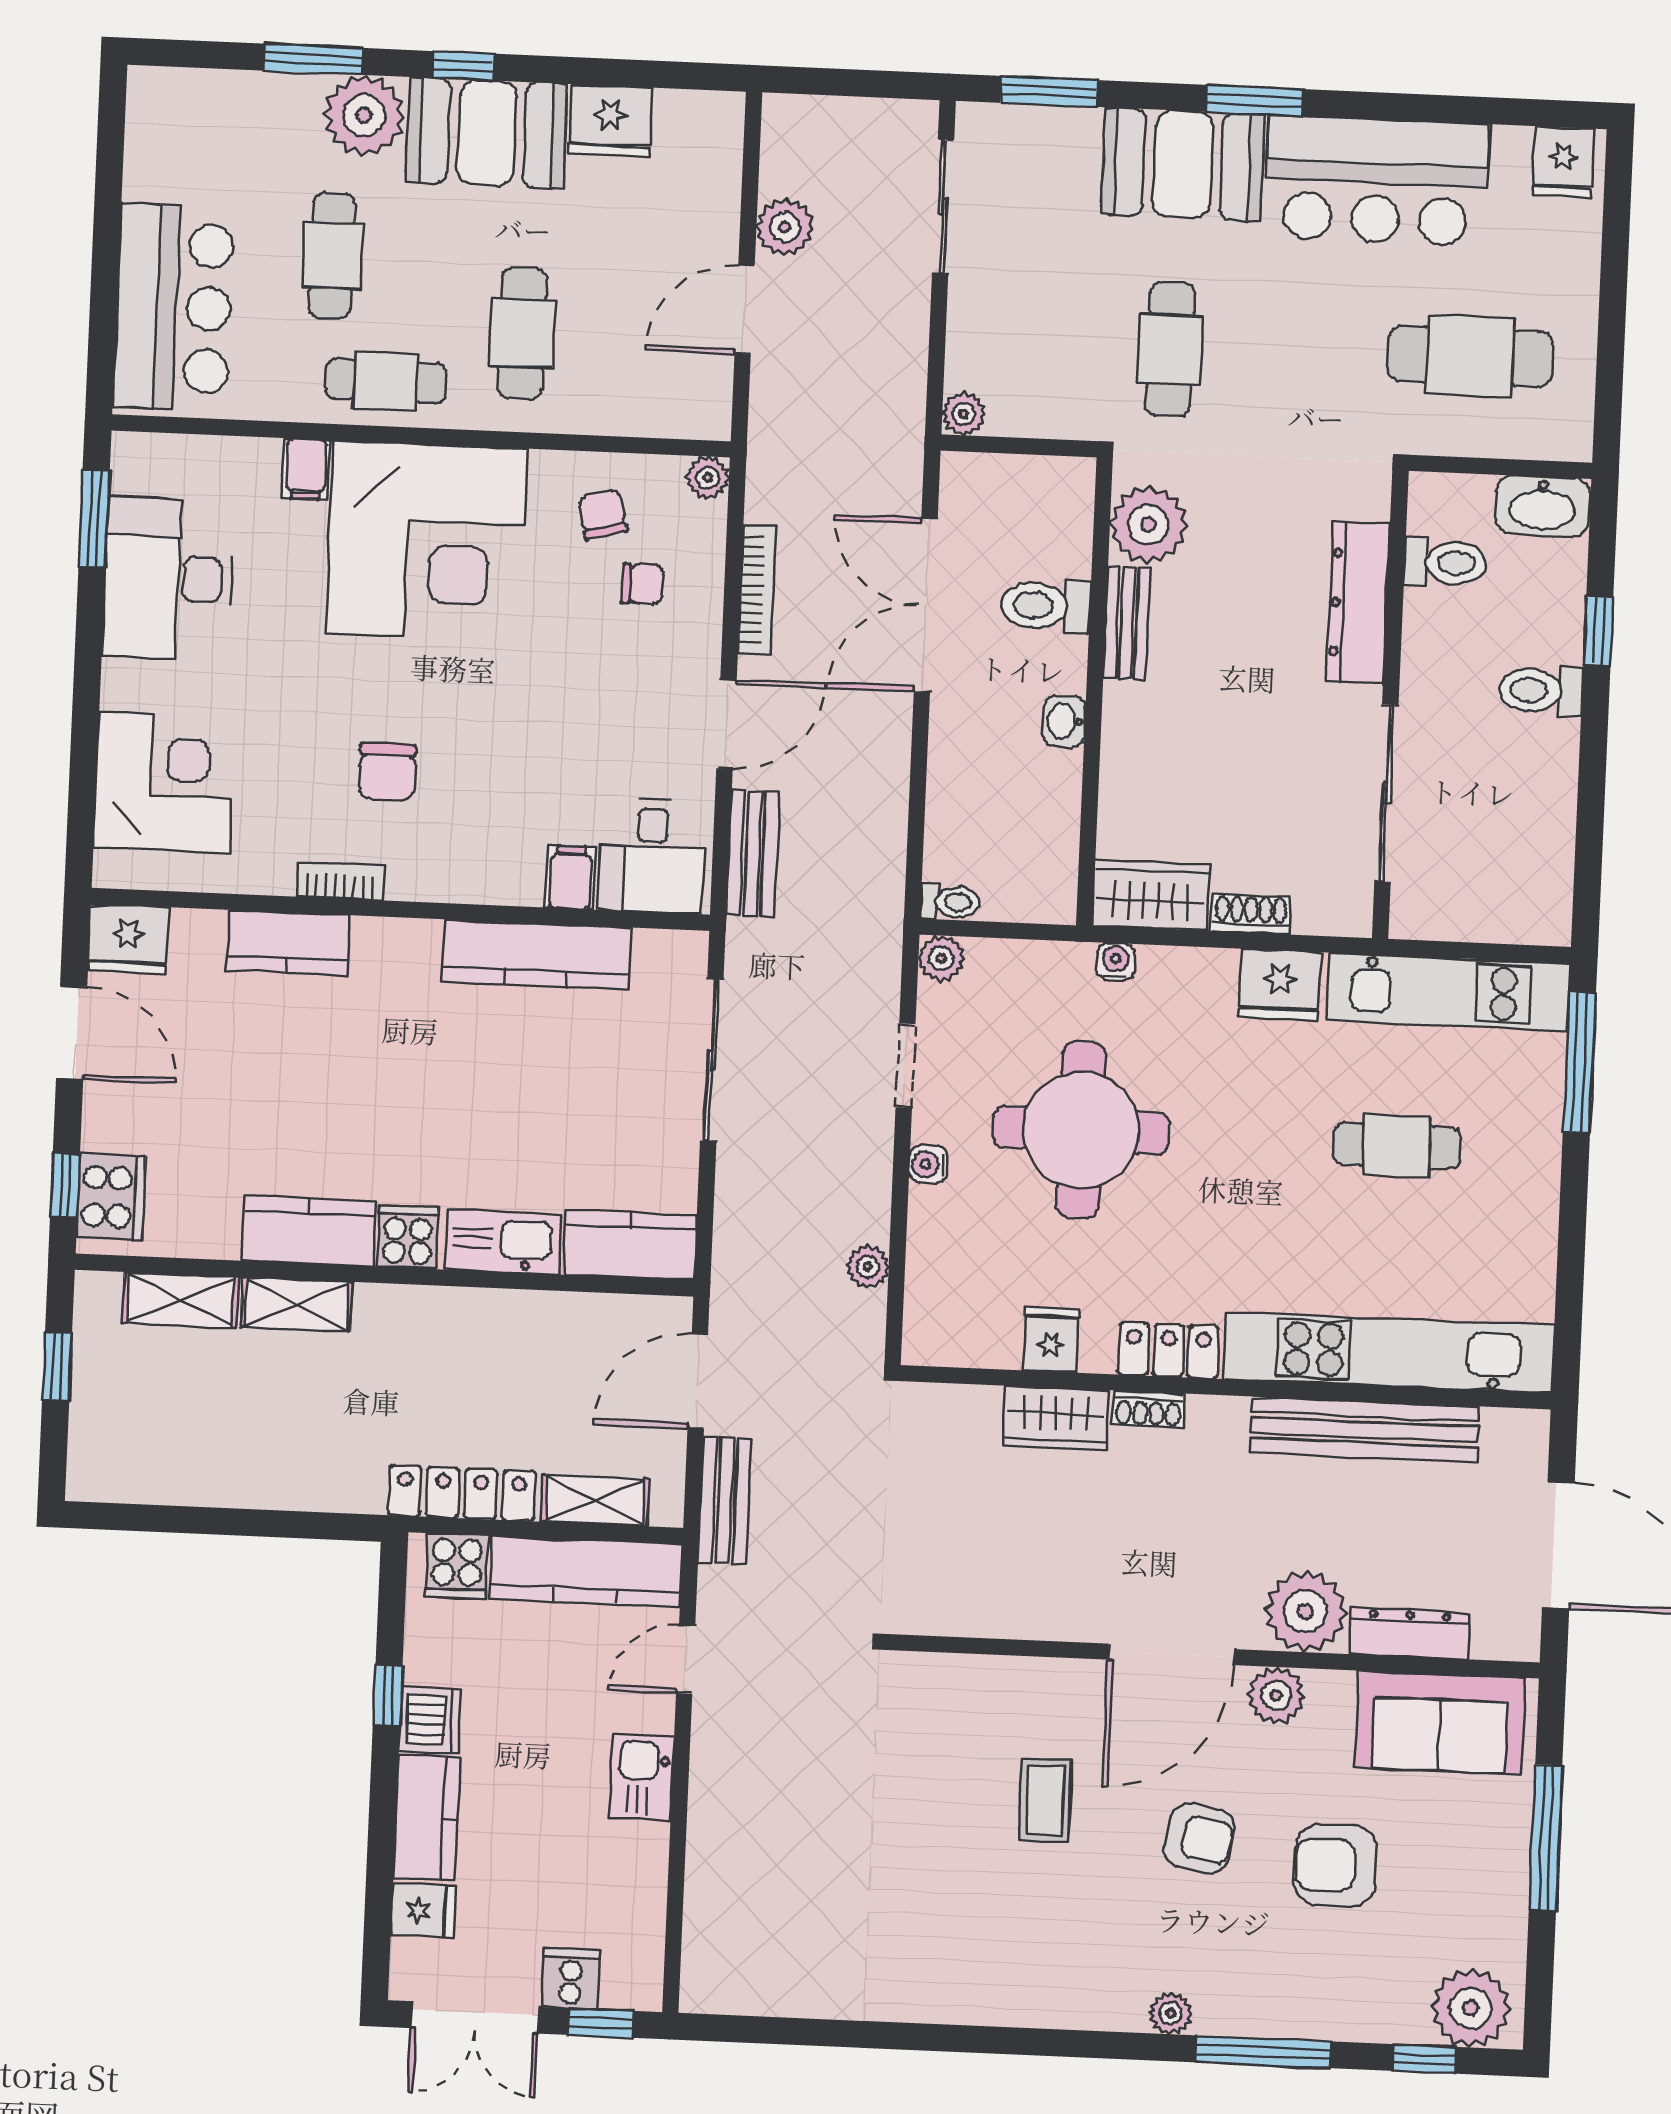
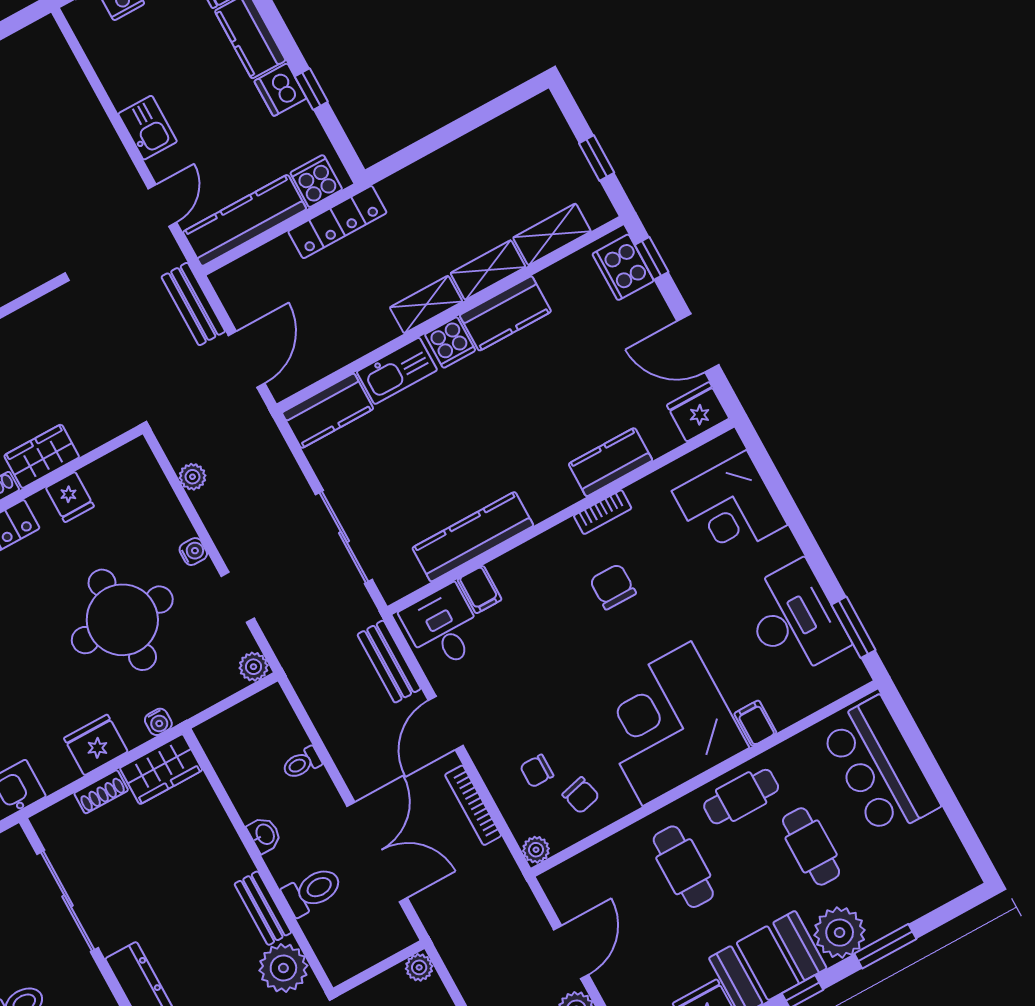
toilet: (950, 902) -> (302, 763), moved
fridge: (1280, 985) -> (96, 745), moved
shelving: (595, 1500) -> (426, 305), moved

